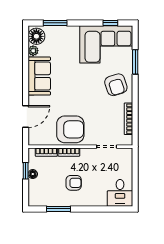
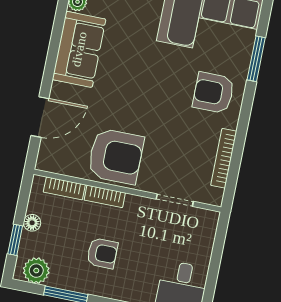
armchair: (116, 85) -> (213, 93), turned 108
window: (26, 171) -> (15, 240), moved
plant: (40, 199) -> (36, 271), added

